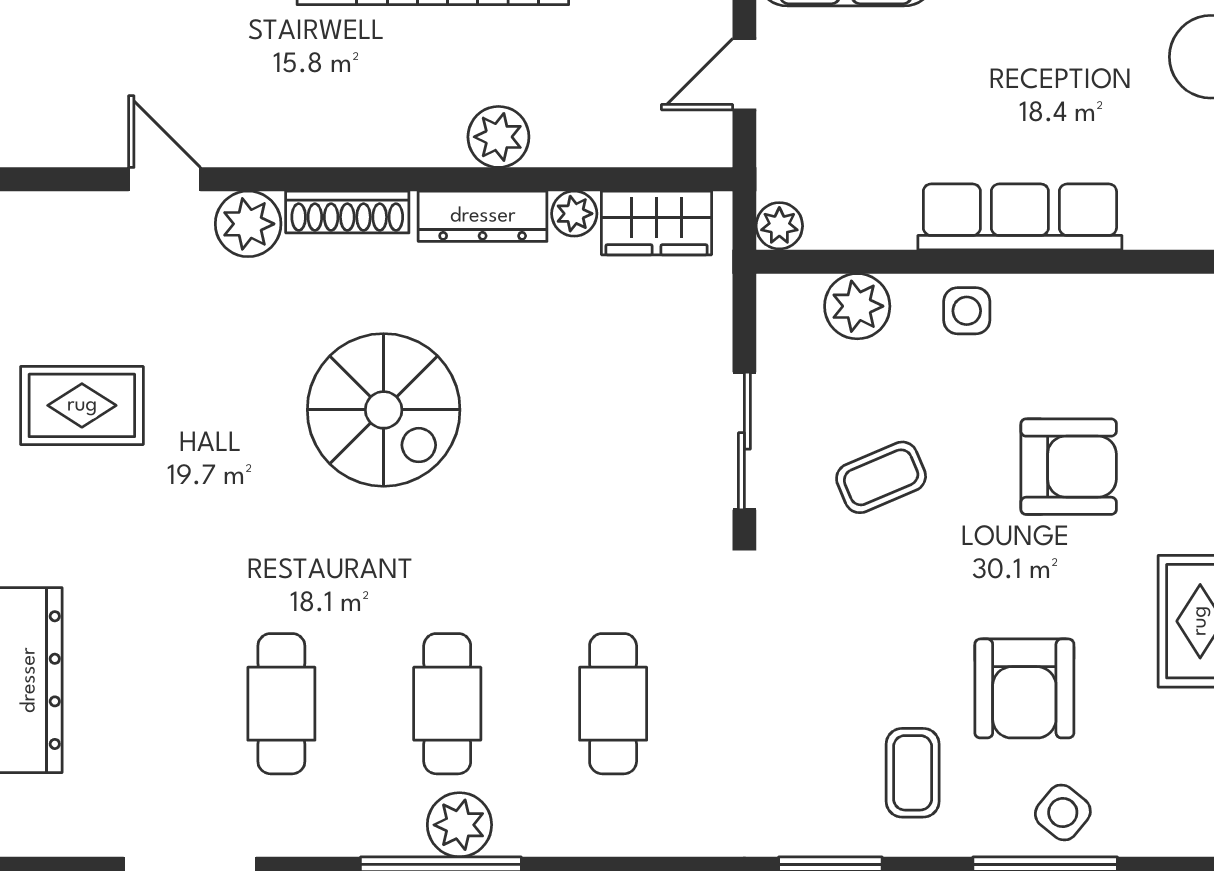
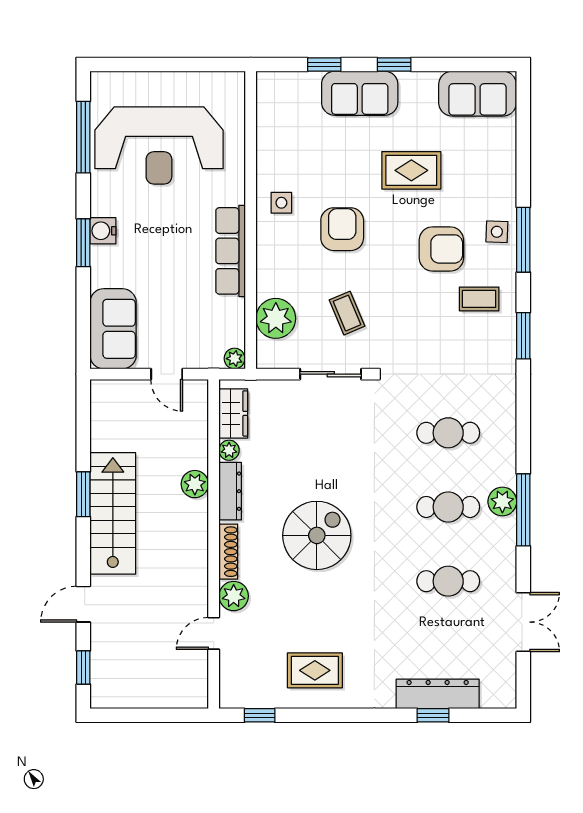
plant: (857, 306) -> (276, 318), width x1.36, depth x1.36
side table: (967, 311) -> (281, 203), moved
rug: (82, 405) -> (315, 670), turned 90
side table: (1063, 813) -> (497, 232), turned -37

